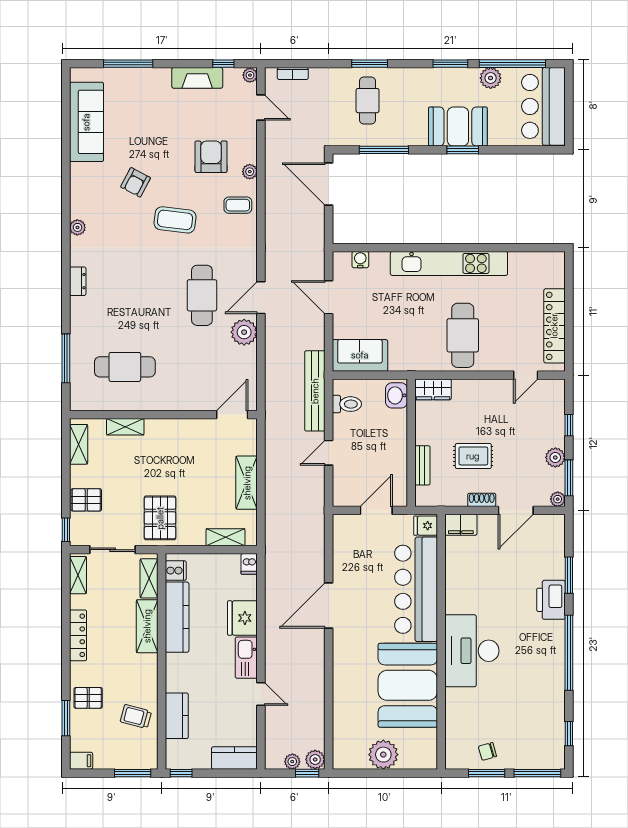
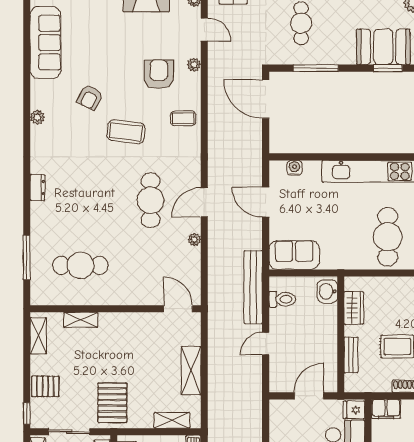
plant: (250, 172) -> (194, 65), moved
plant: (77, 227) -> (37, 117), moved
plant: (244, 332) -> (194, 239), width x0.53, depth x0.53
wardrobe: (433, 389) -> (354, 308), moved, turned -90
door: (232, 415) -> (178, 309), hinge flipped

